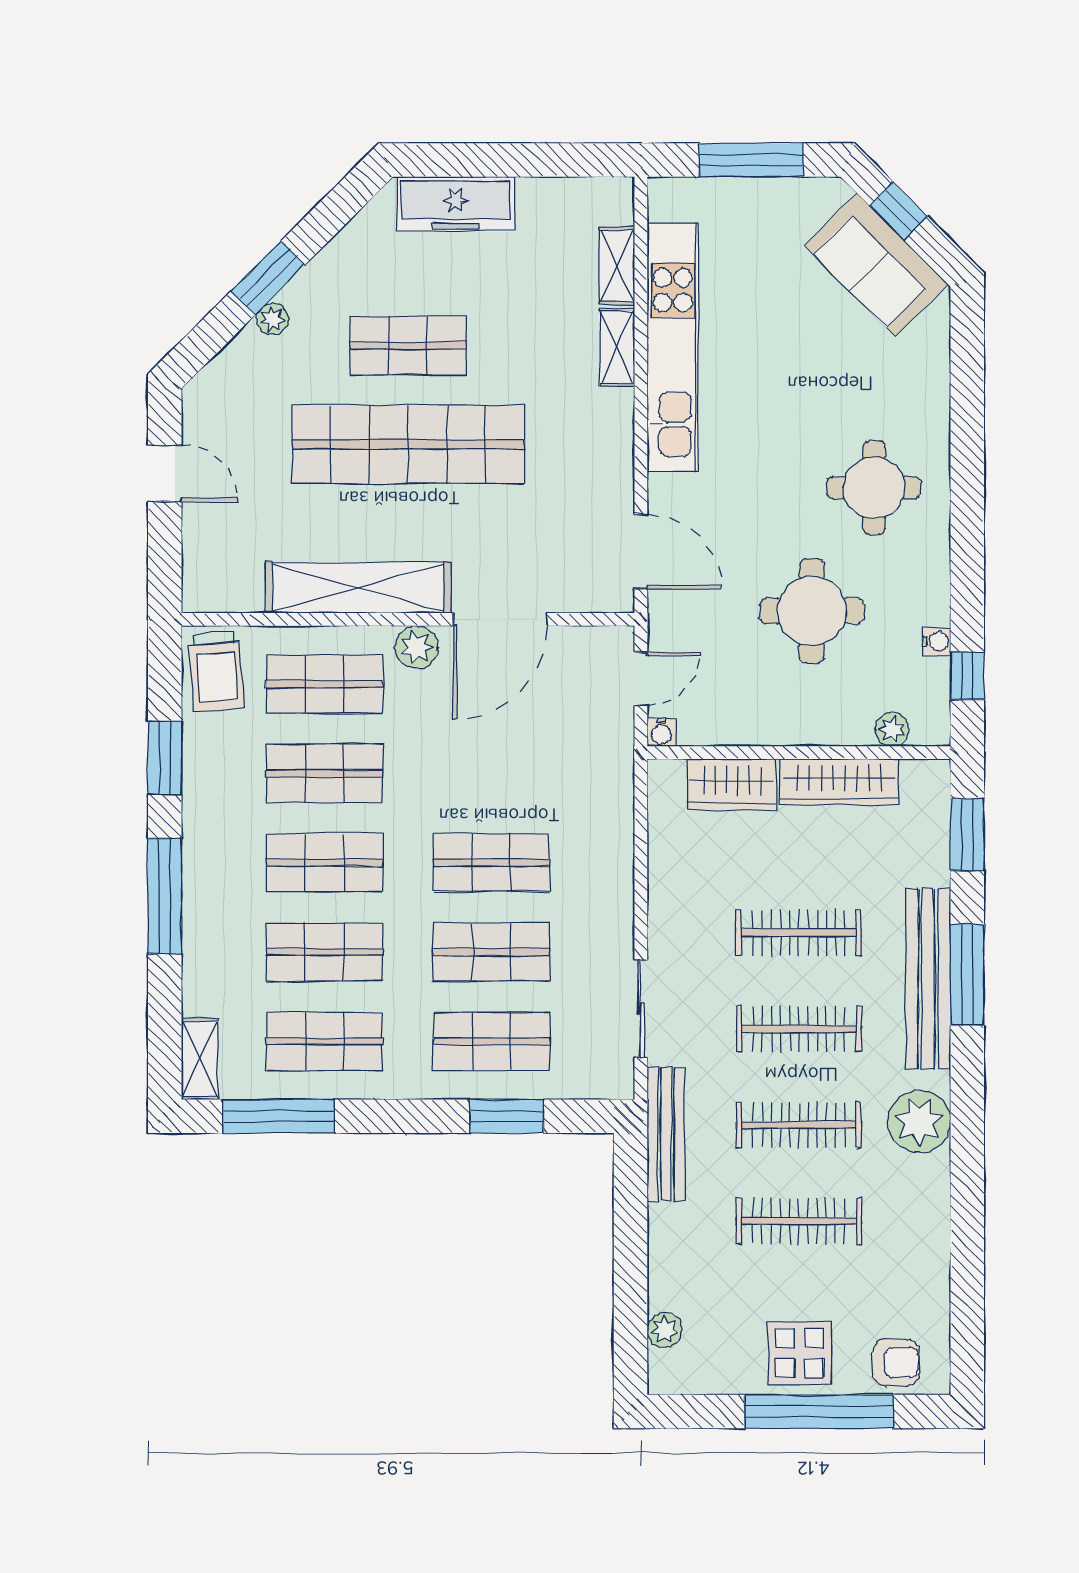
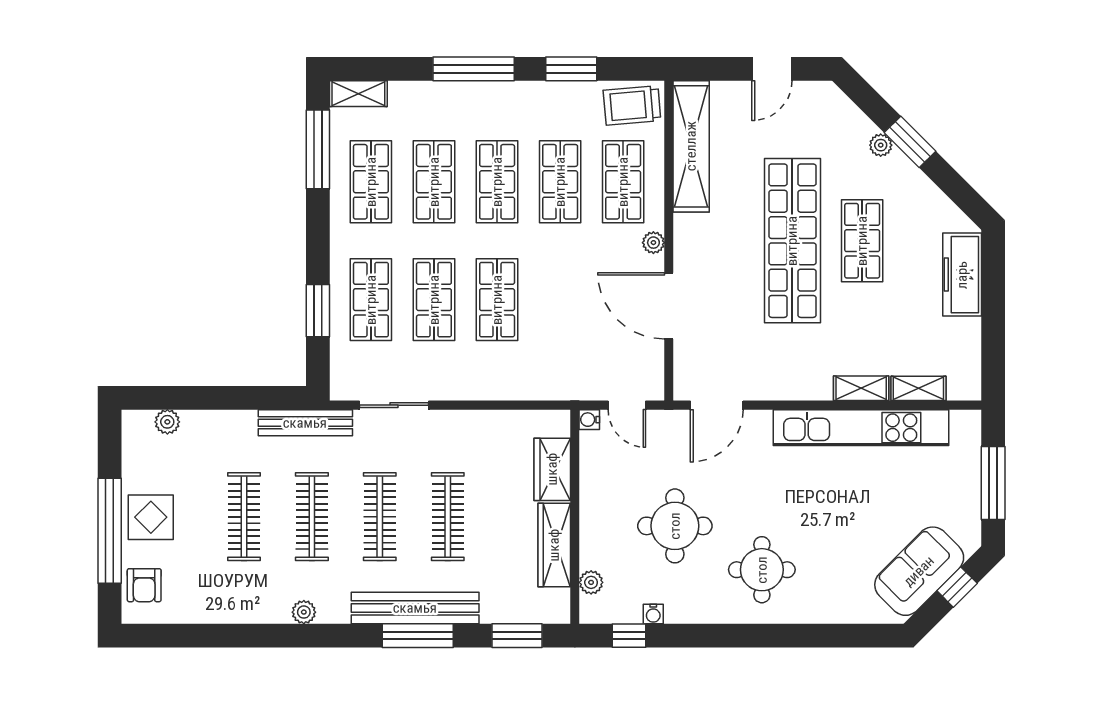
shelving: (358, 588) -> (691, 146), moved
plant: (416, 647) -> (653, 243), width x0.73, depth x0.73
plant: (919, 1122) -> (304, 612), width x0.53, depth x0.53

